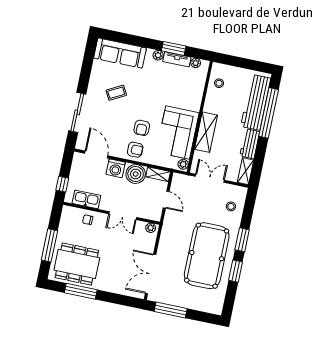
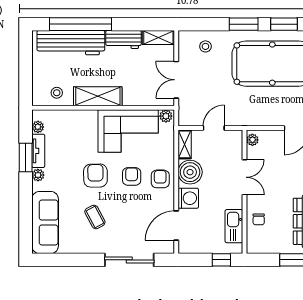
armchair: (148, 100) -> (95, 176), added
armchair: (142, 128) -> (132, 176), turned -90
shelving: (206, 132) -> (98, 96), moved

